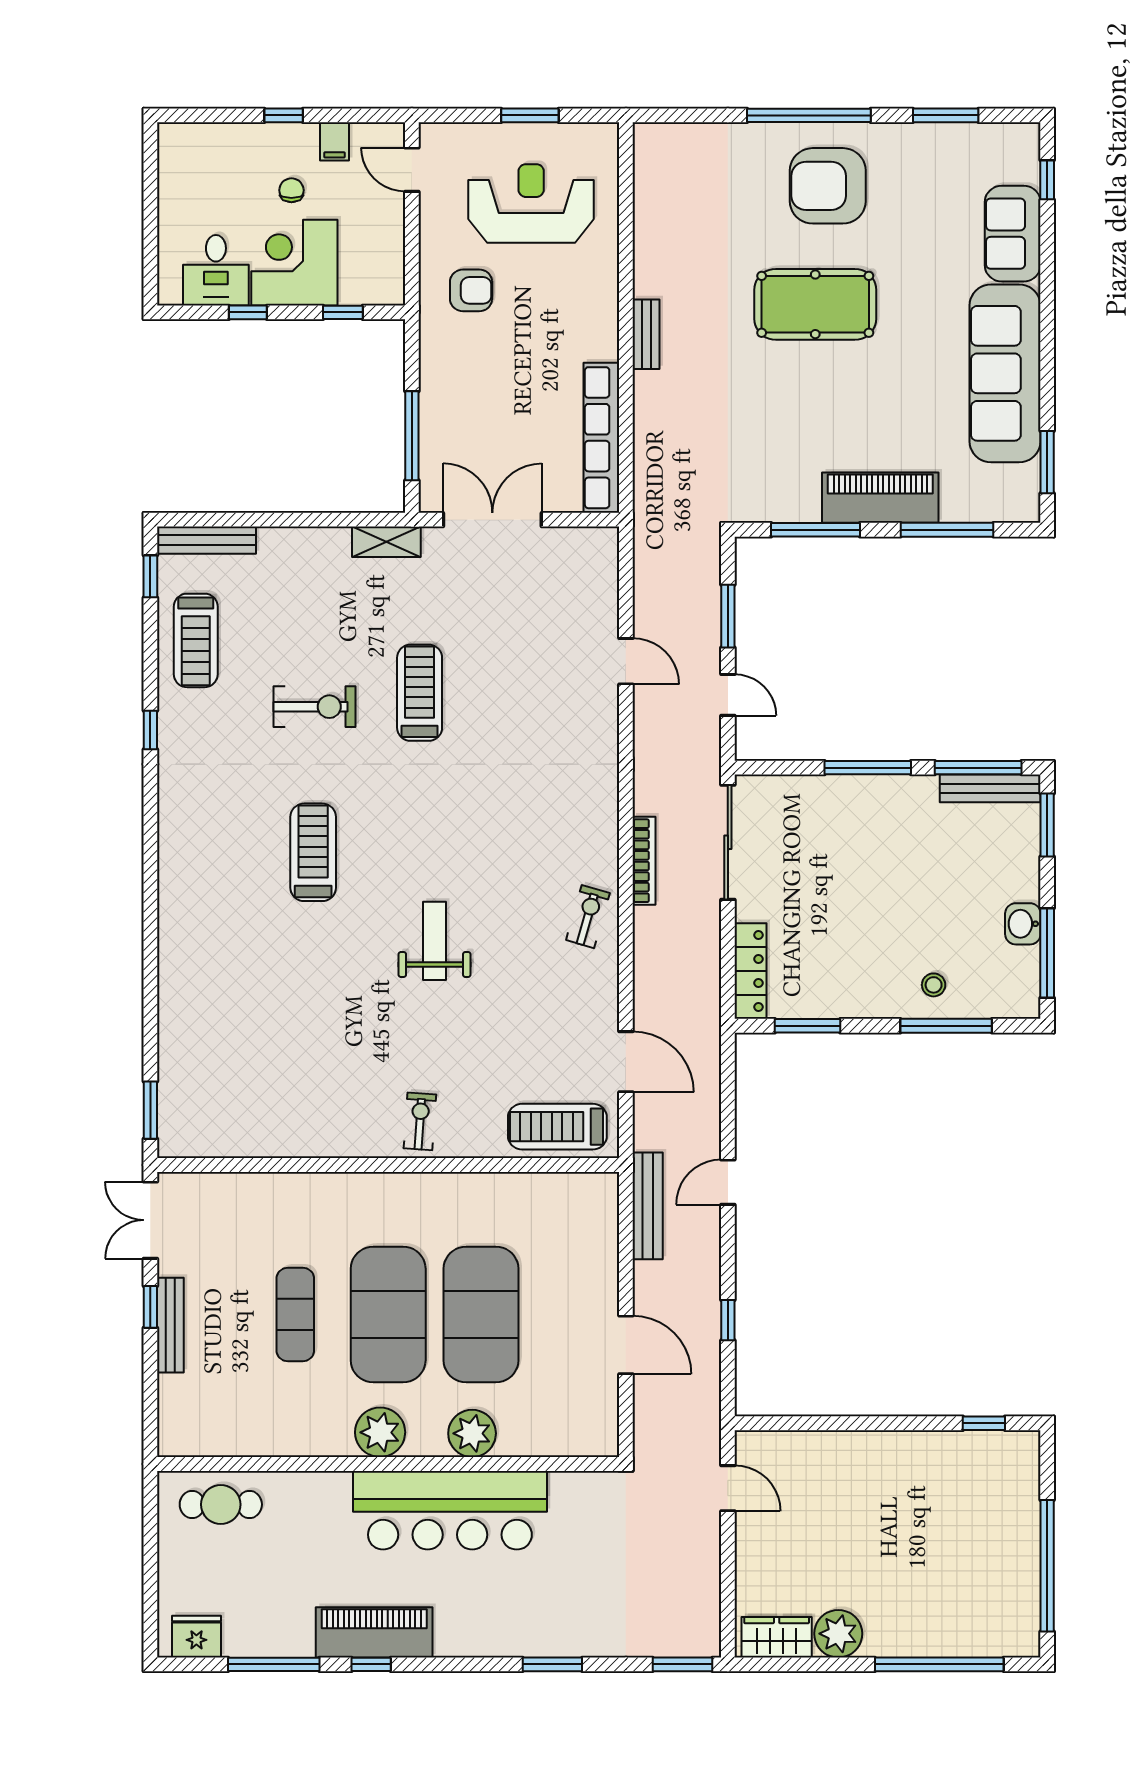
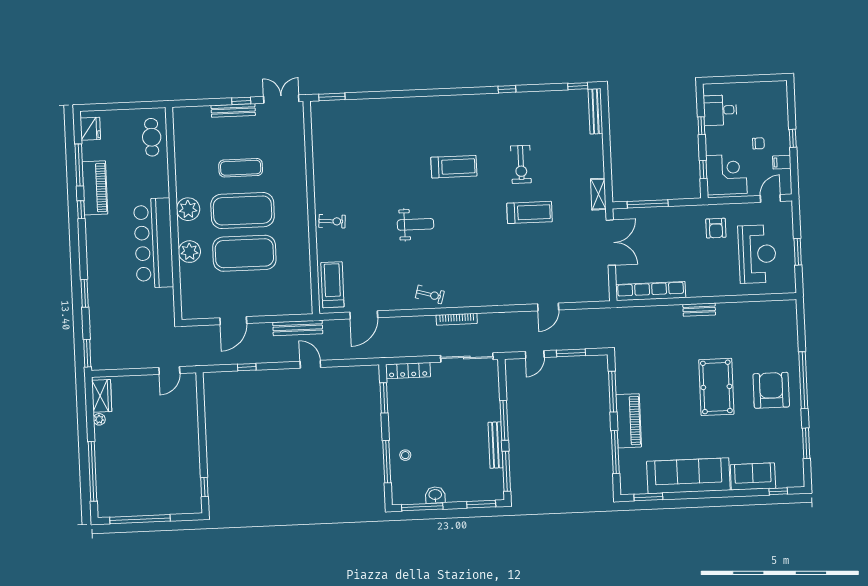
corner desk: (294, 263) -> (726, 175), moved
treadmill: (196, 640) -> (549, 108), removed
bench: (990, 788) -> (496, 445), moved
piano: (374, 1632) -> (95, 188), moved
plant: (838, 1634) -> (99, 419), width x0.53, depth x0.53

